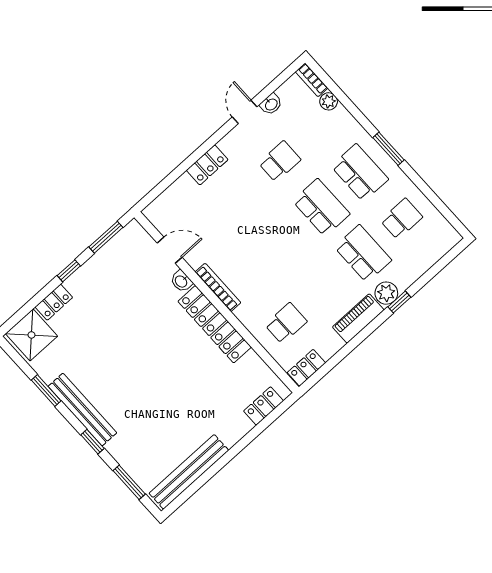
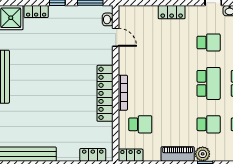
school desk: (363, 254) -> (209, 124), width x0.54
washbasin: (181, 281) -> (108, 19), moved
bookcase: (218, 287) -> (123, 93), moved

